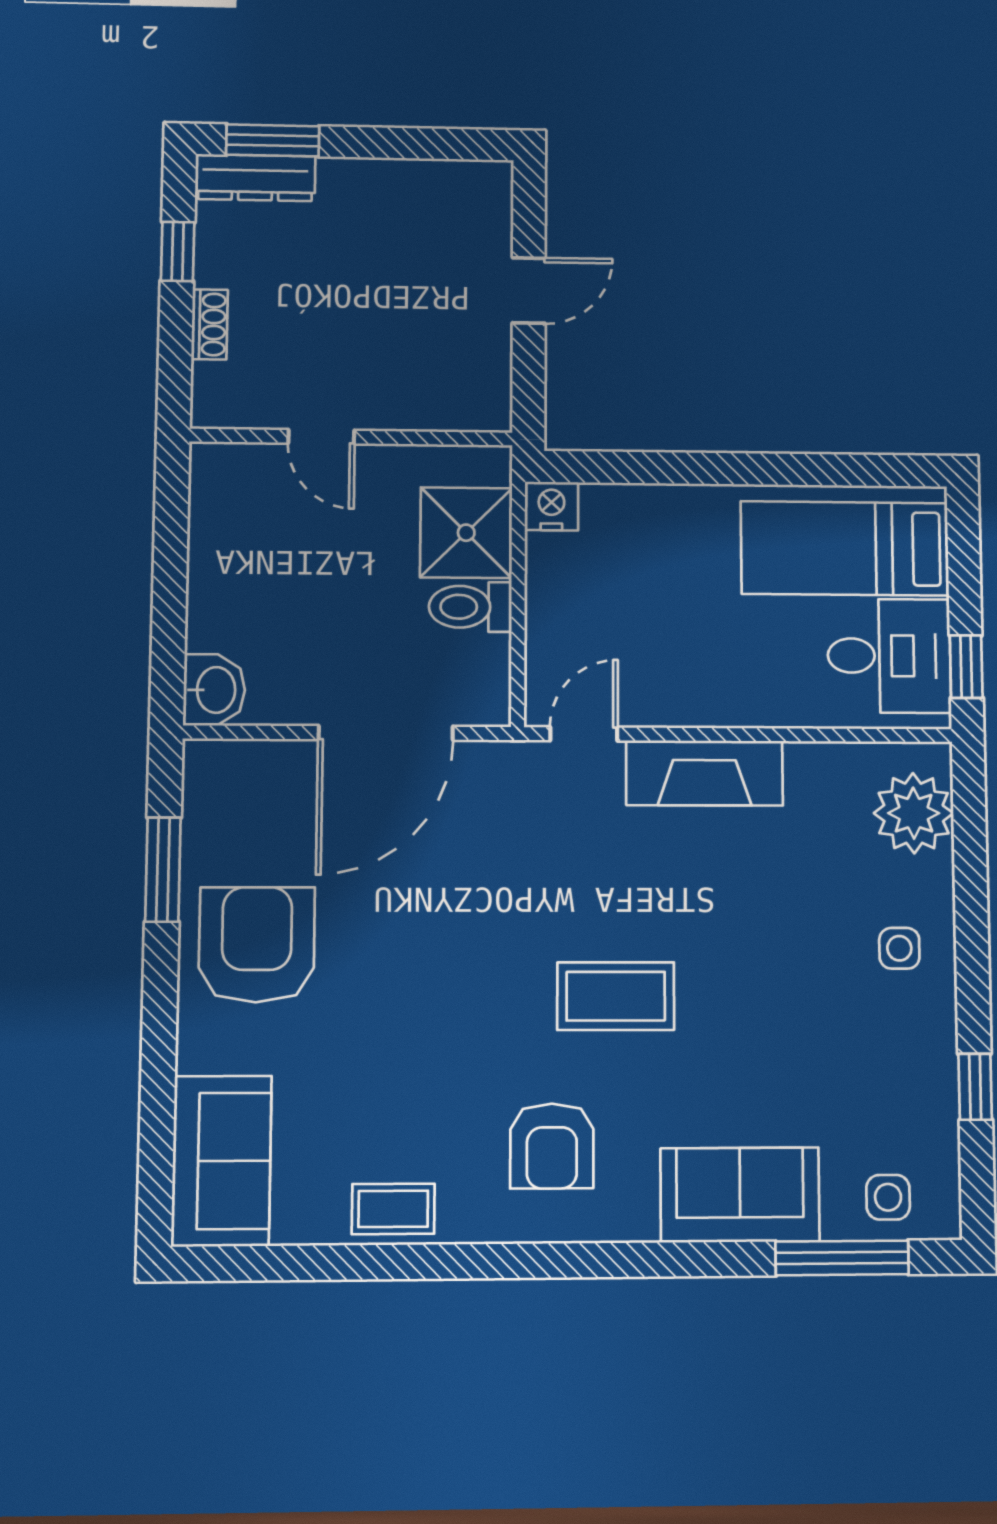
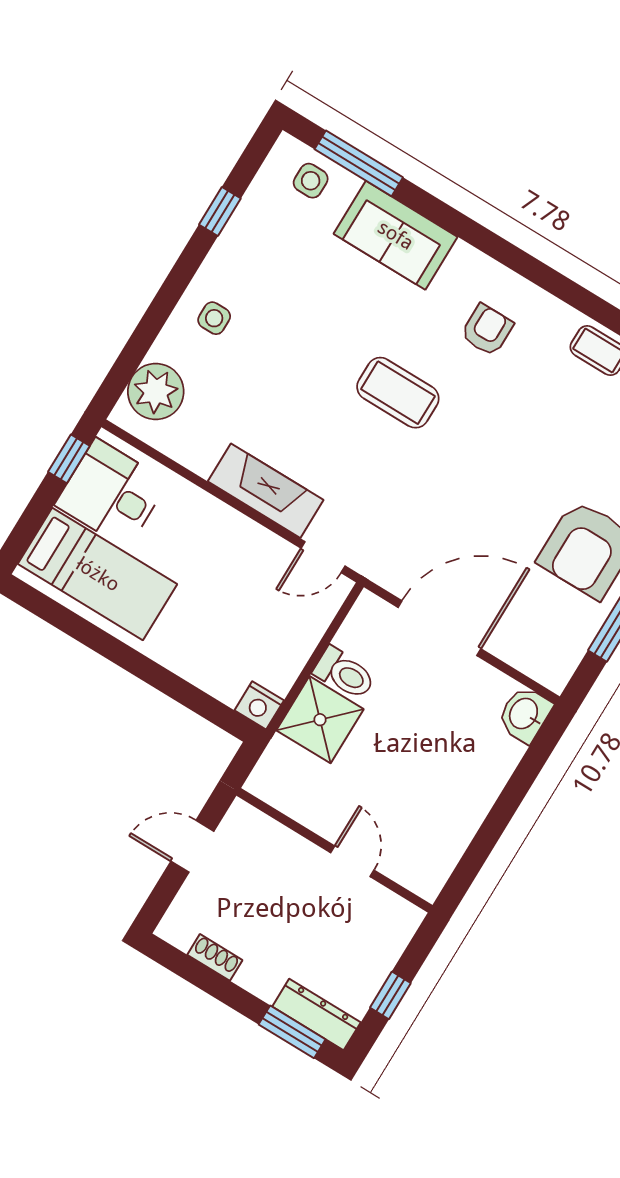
shoe rack: (210, 324) -> (215, 957), moved, turned 90
door: (321, 437) -> (352, 861), moved
wall: (352, 437) -> (334, 850), moved
armchair: (552, 1146) -> (487, 330), width x0.72, depth x0.72

